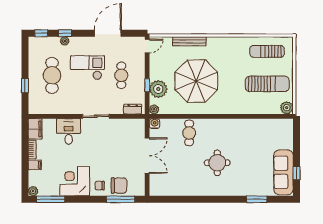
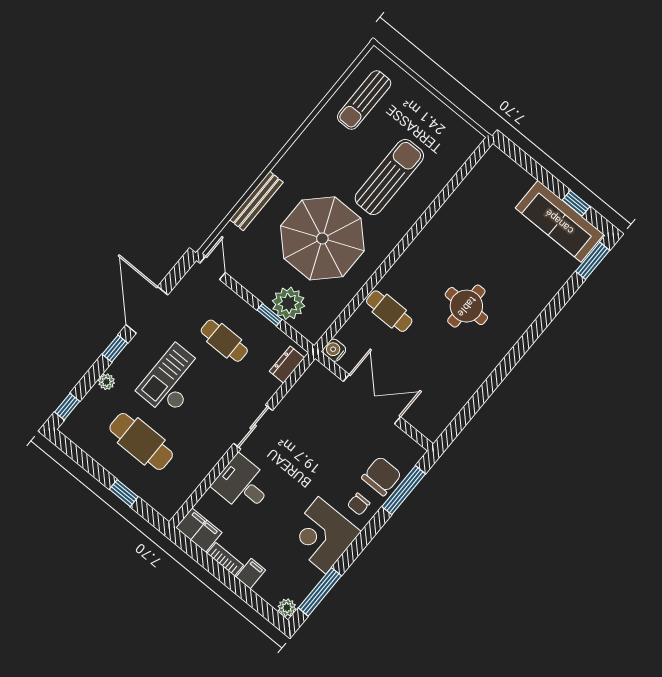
window: (65, 33) -> (115, 349), moved
sun lounger: (267, 84) -> (389, 177), moved
plant: (287, 108) -> (470, 139), removed
plant: (154, 109) -> (313, 334), removed
window: (257, 199) -> (593, 261), moved

